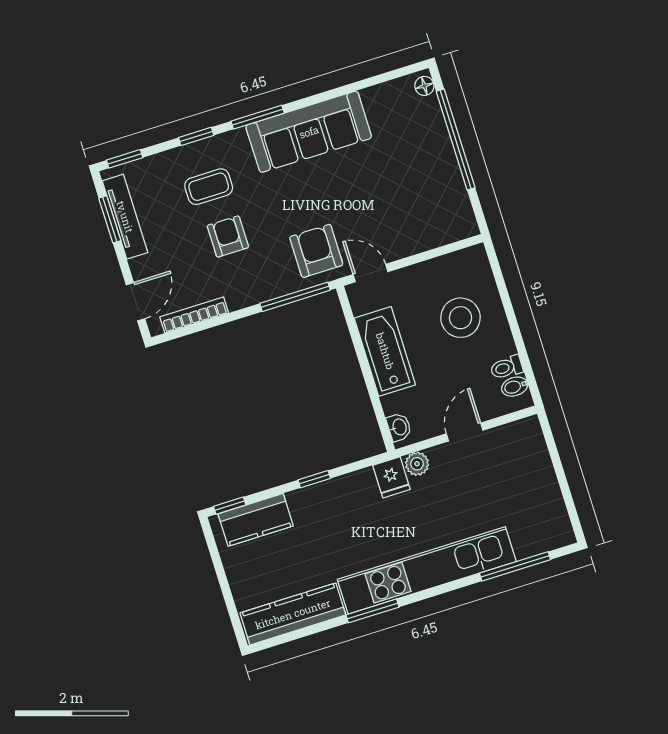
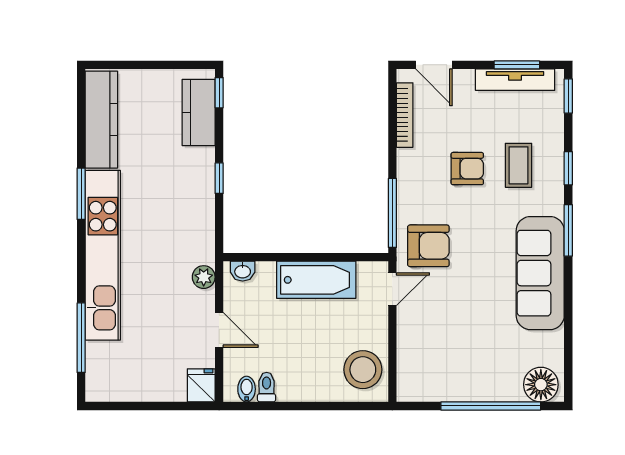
floor lamp: (424, 86) -> (541, 385), width x1.89, depth x1.89
stool: (460, 318) -> (363, 370), moved
fridge: (391, 477) -> (201, 385), moved, turned 90

